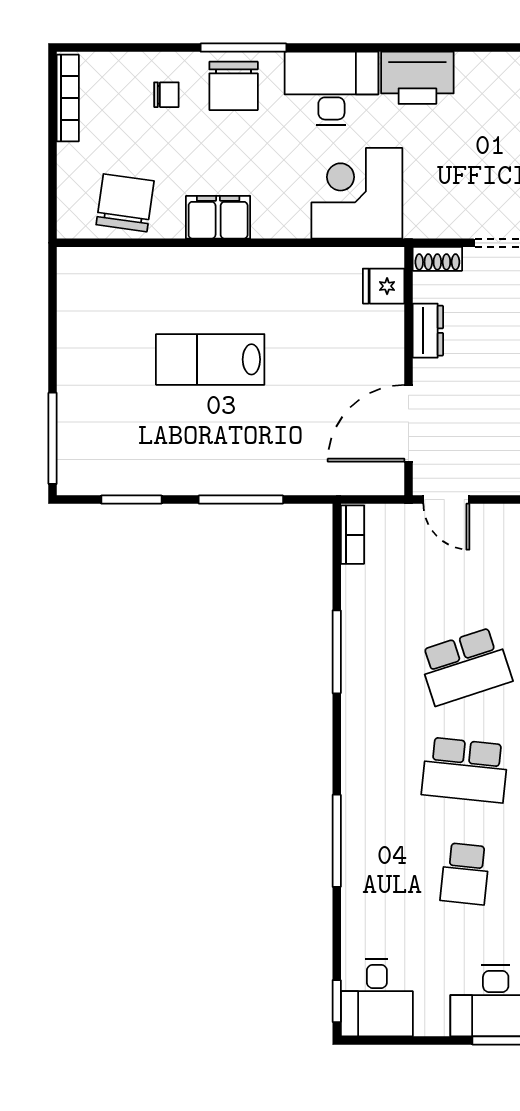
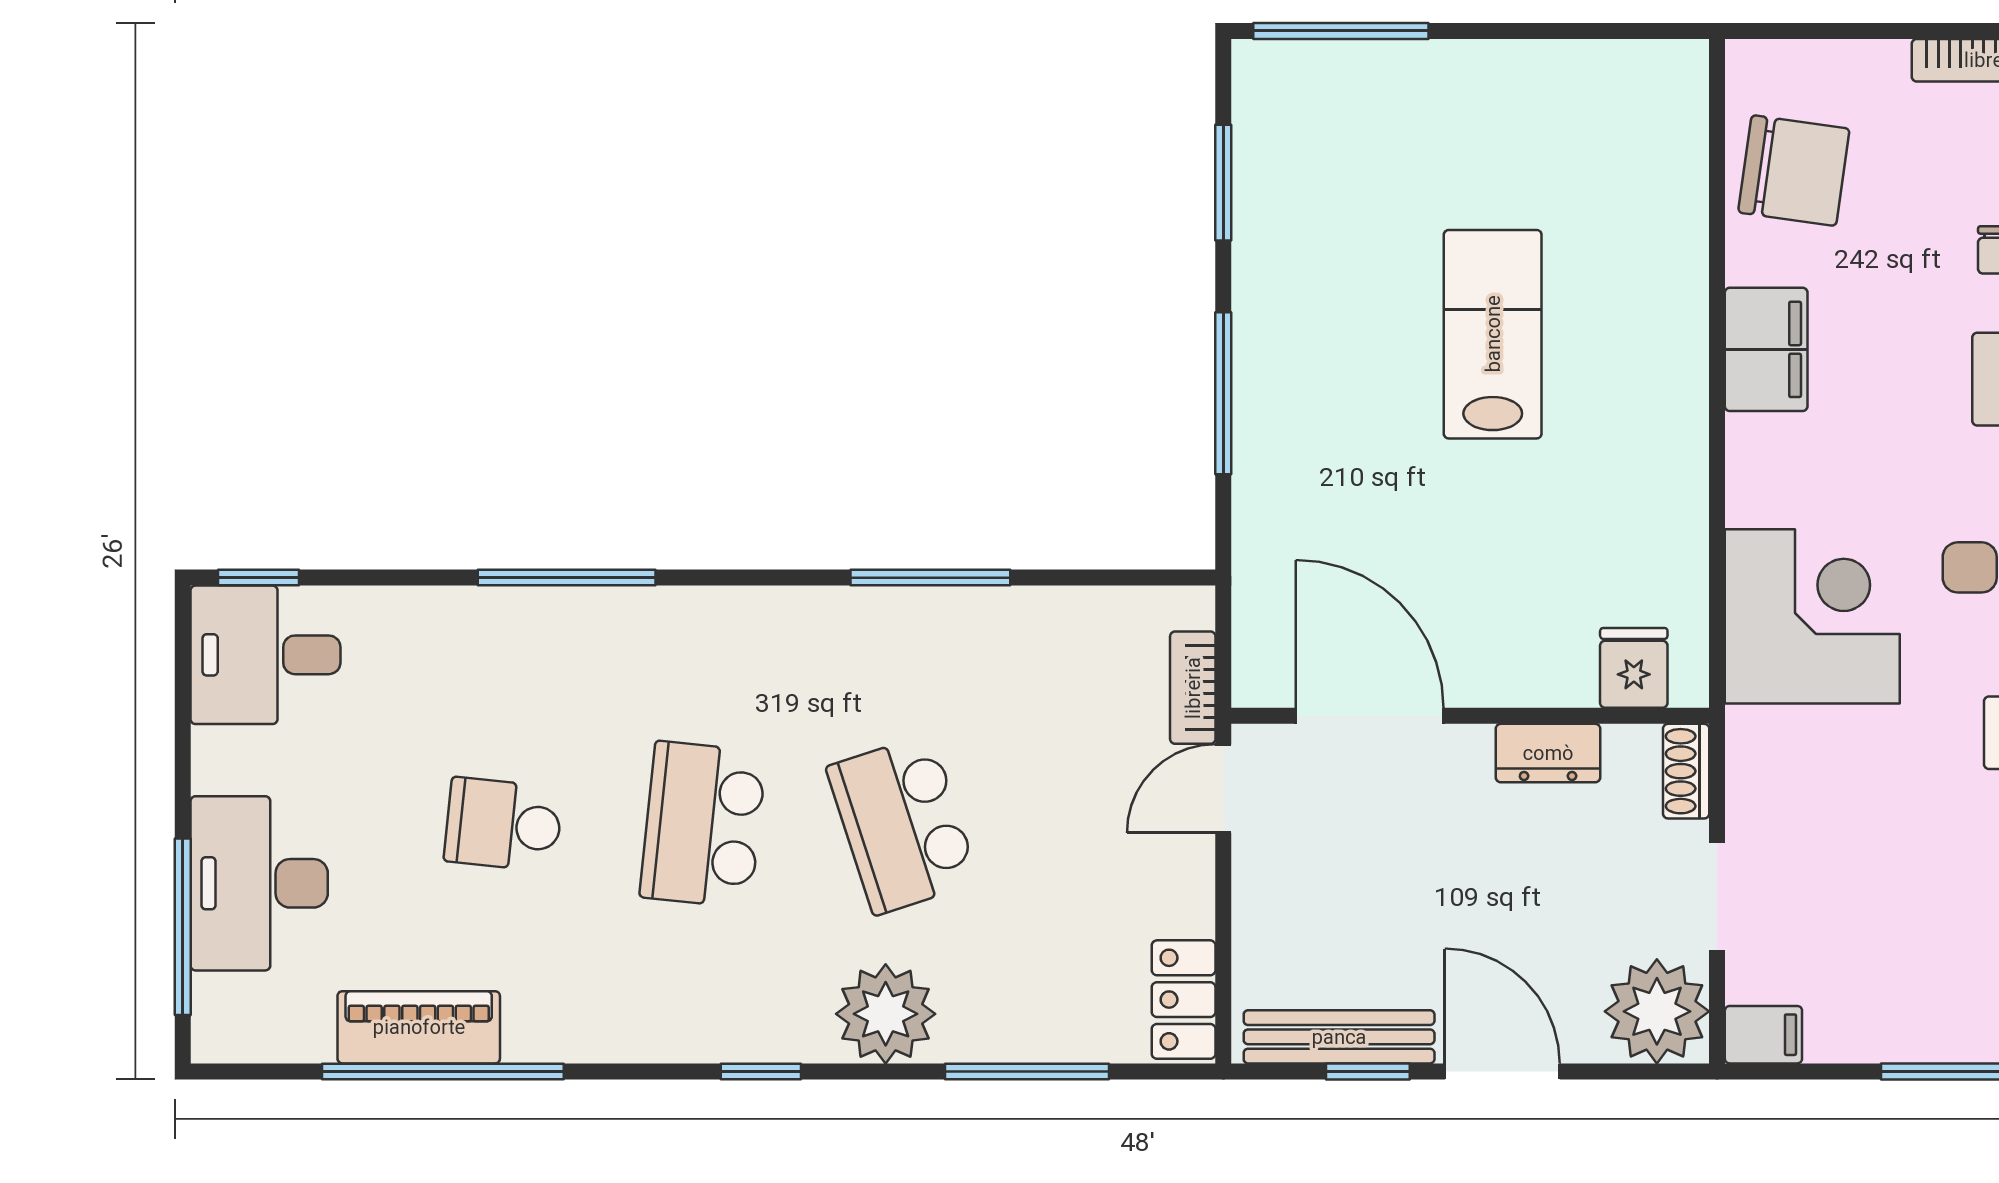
bookcase: (353, 535) -> (1193, 688), moved, turned 90

